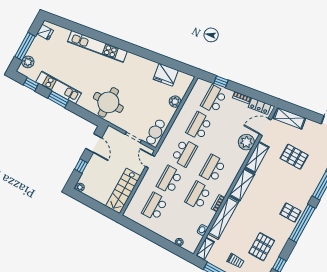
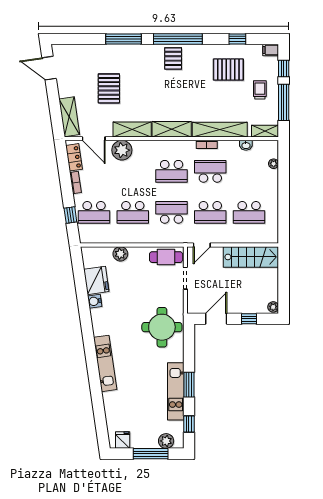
kitchen unit: (97, 46) -> (105, 363), width x0.73
water cooler: (152, 66) -> (95, 301), added
school desk: (198, 195) -> (210, 171), turned 180

